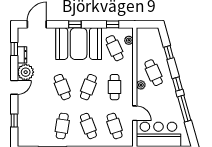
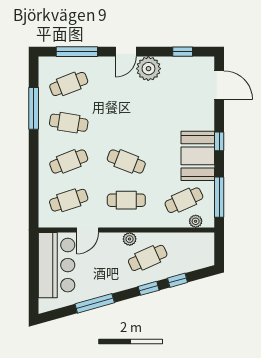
window: (113, 24) -> (219, 197), width x2.17
booth: (79, 44) -> (198, 156), width x0.73, depth x0.70
dresser: (22, 55) -> (174, 63), removed
window: (177, 84) -> (149, 288), moved
door: (14, 87) -> (126, 52), hinge flipped
cafe table: (62, 87) -> (69, 84), moved
window: (14, 120) -> (77, 52), width x2.17

